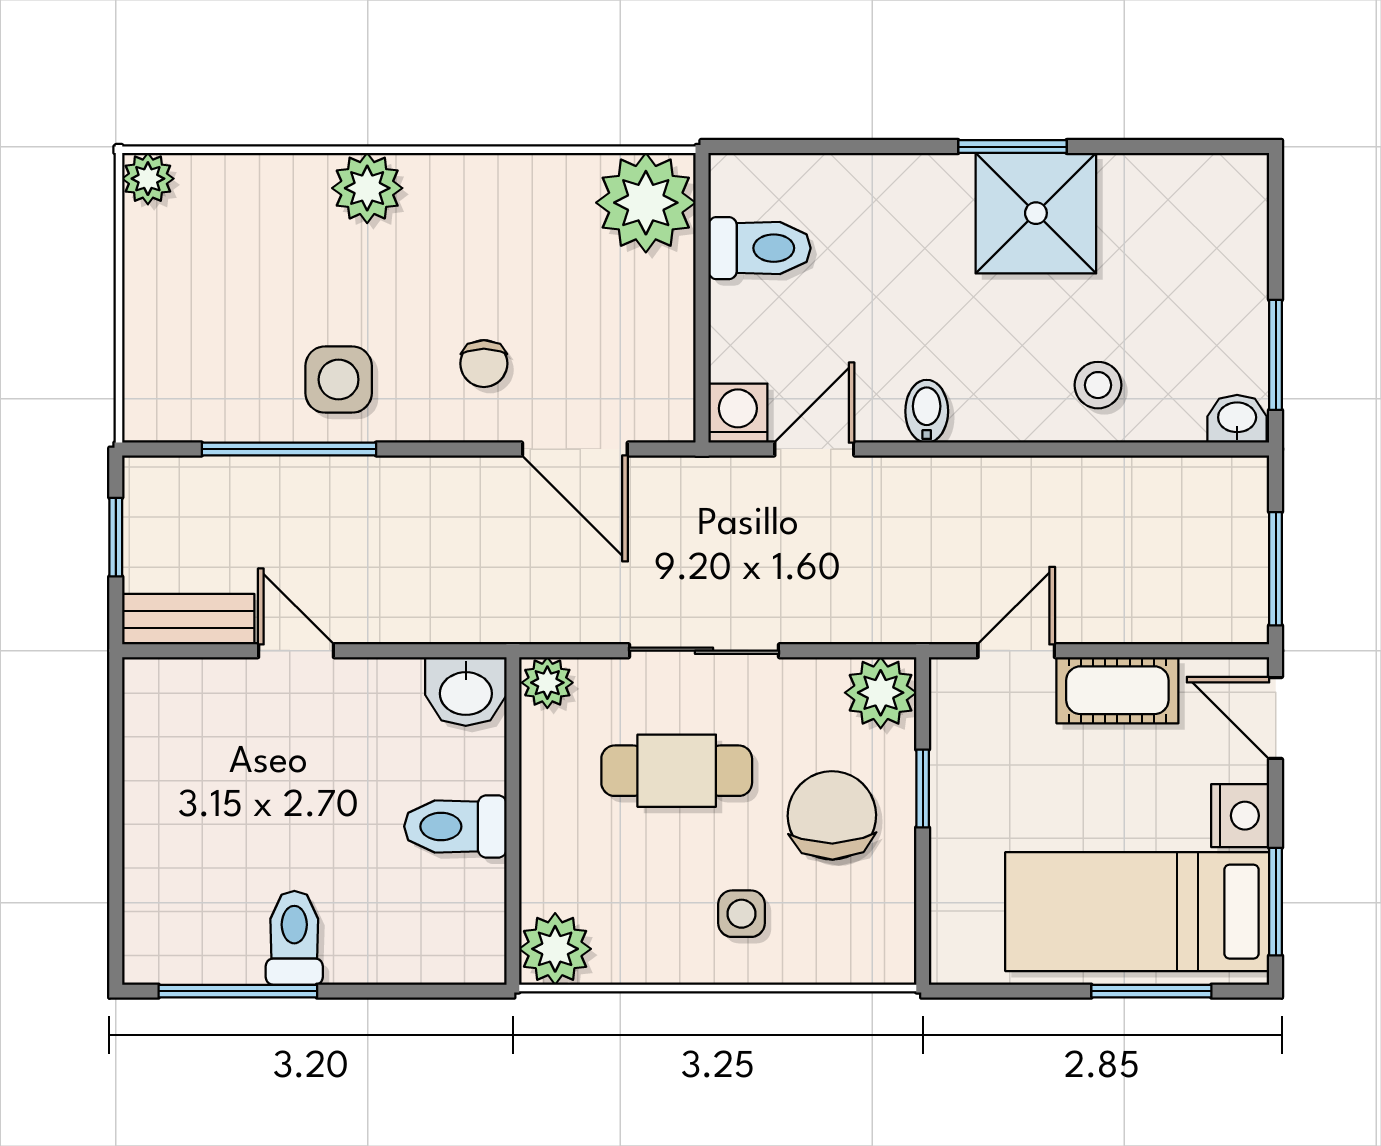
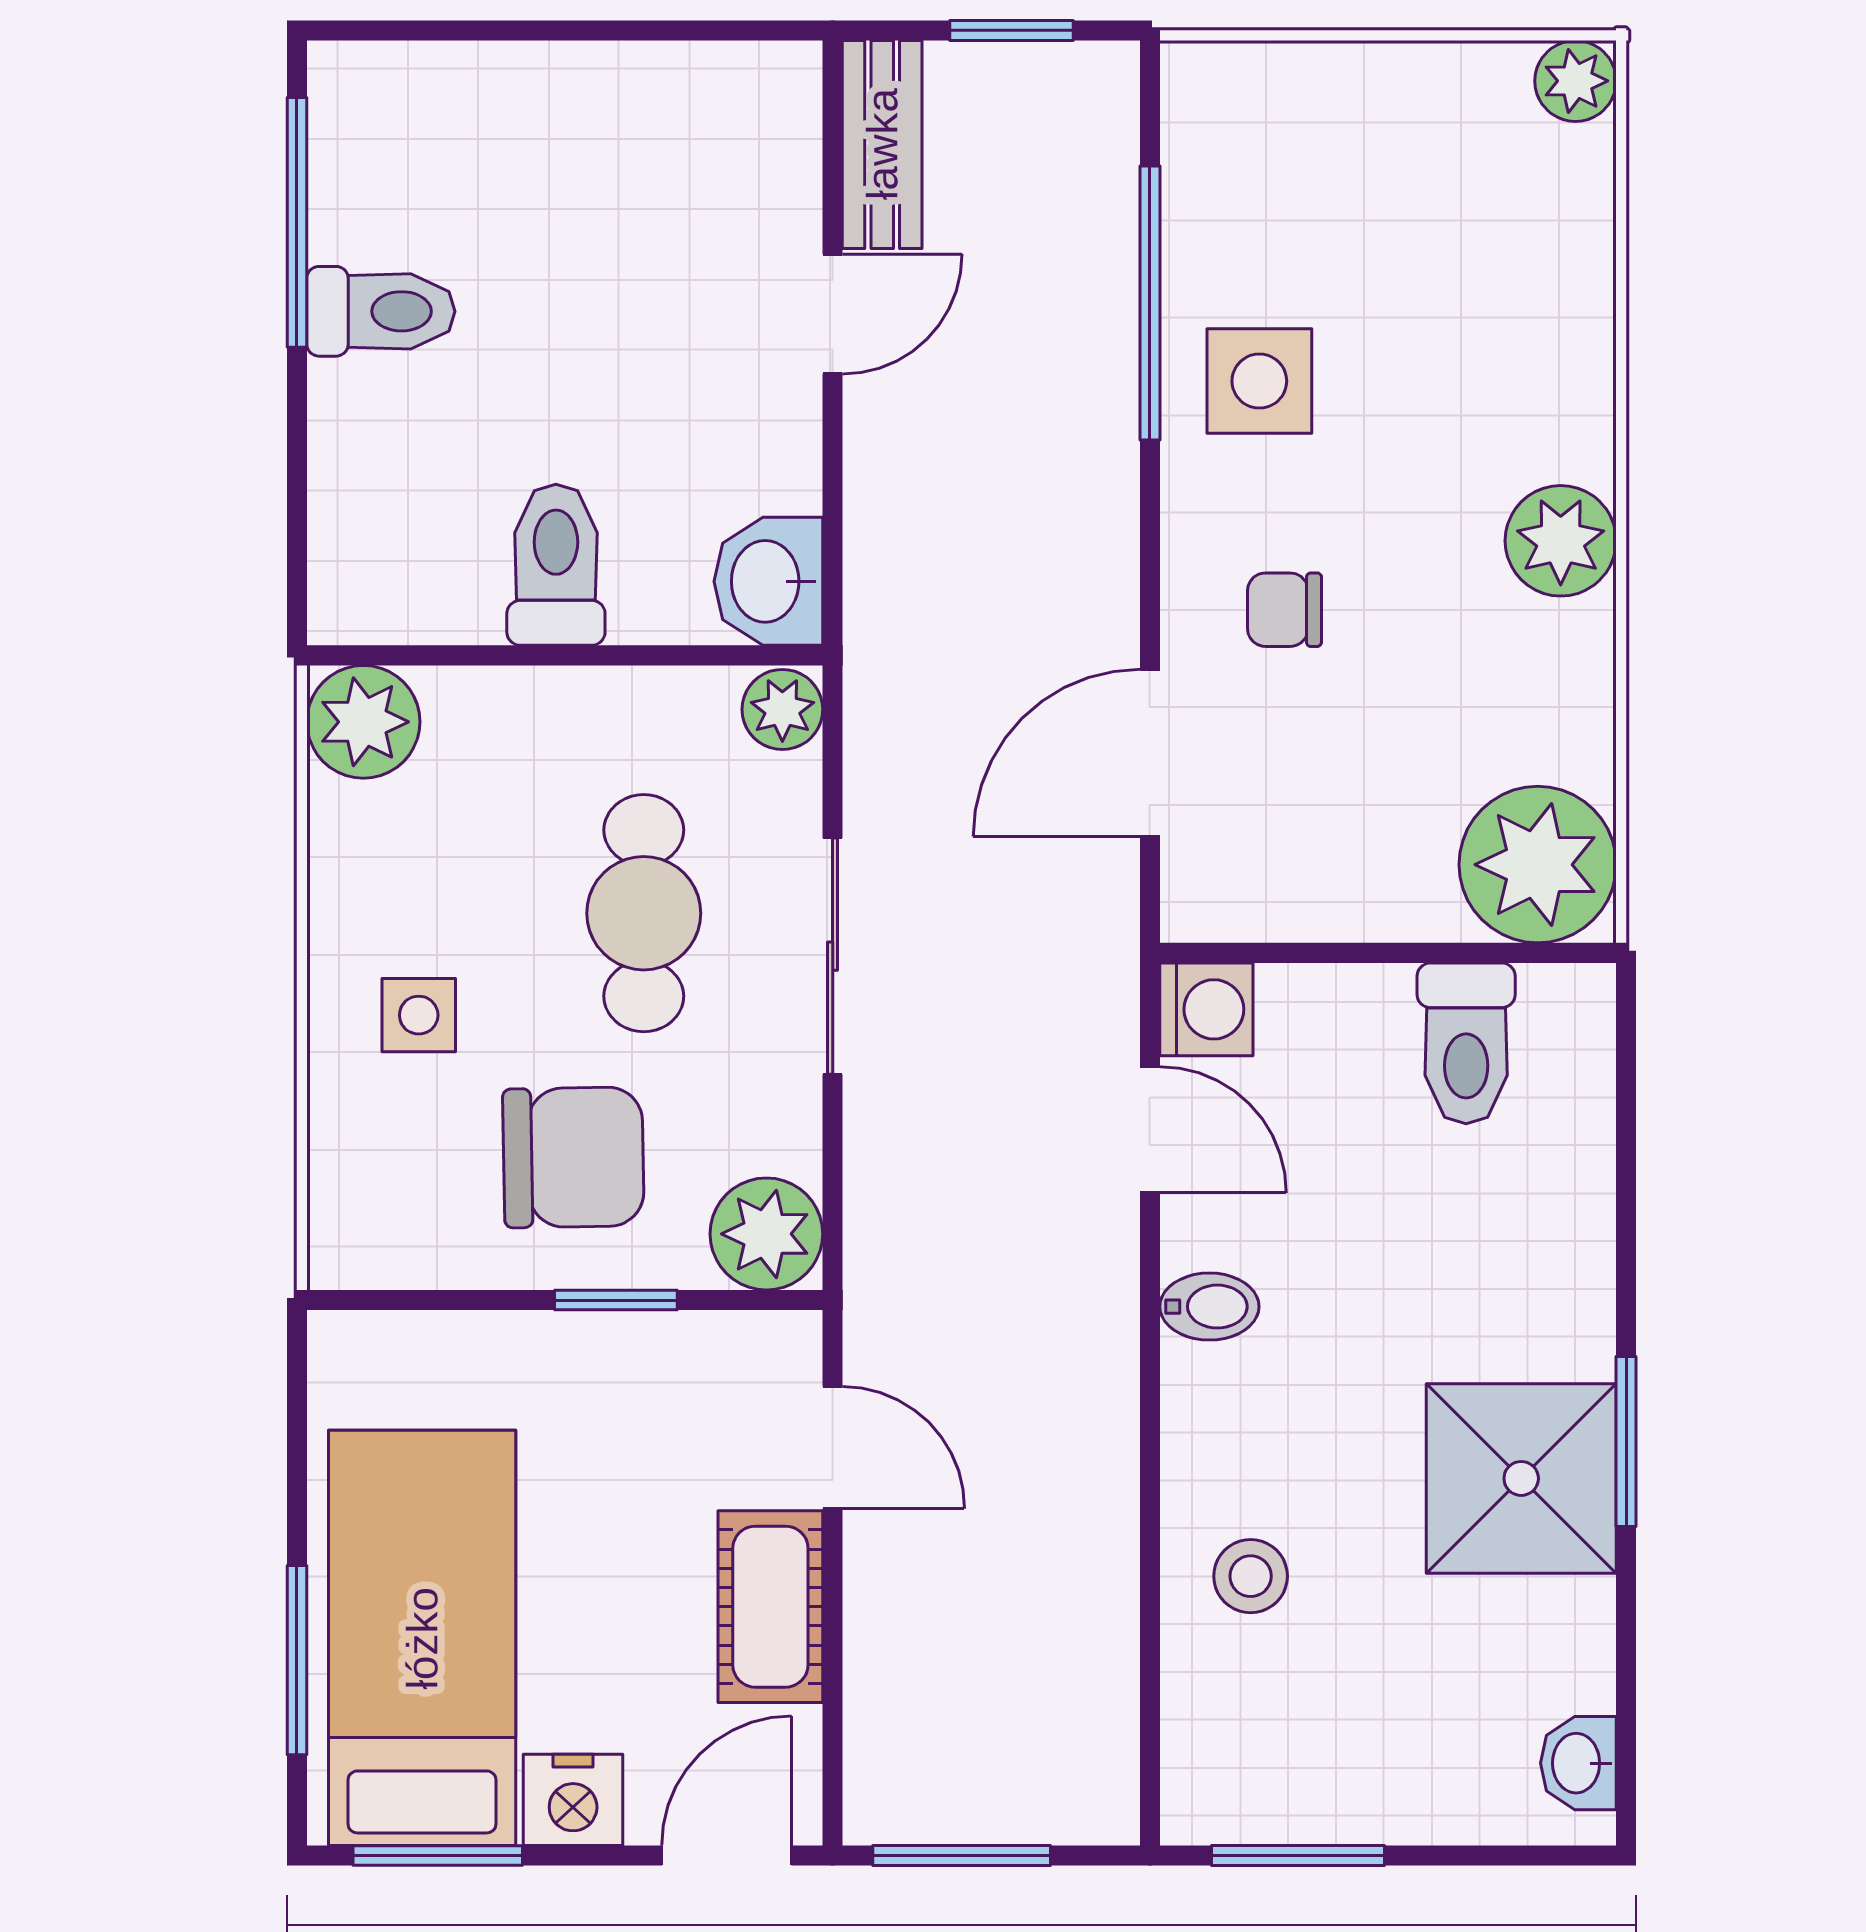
plant: (367, 188) -> (1561, 541), moved
washbasin: (1237, 419) -> (1578, 1763), moved, turned 180

